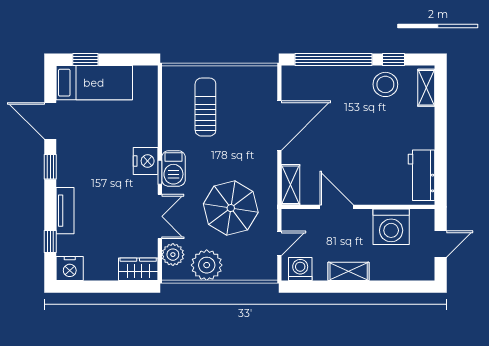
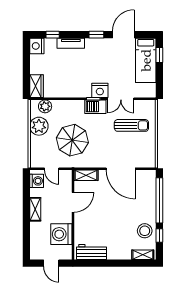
double door: (160, 216) -> (121, 99), moved

